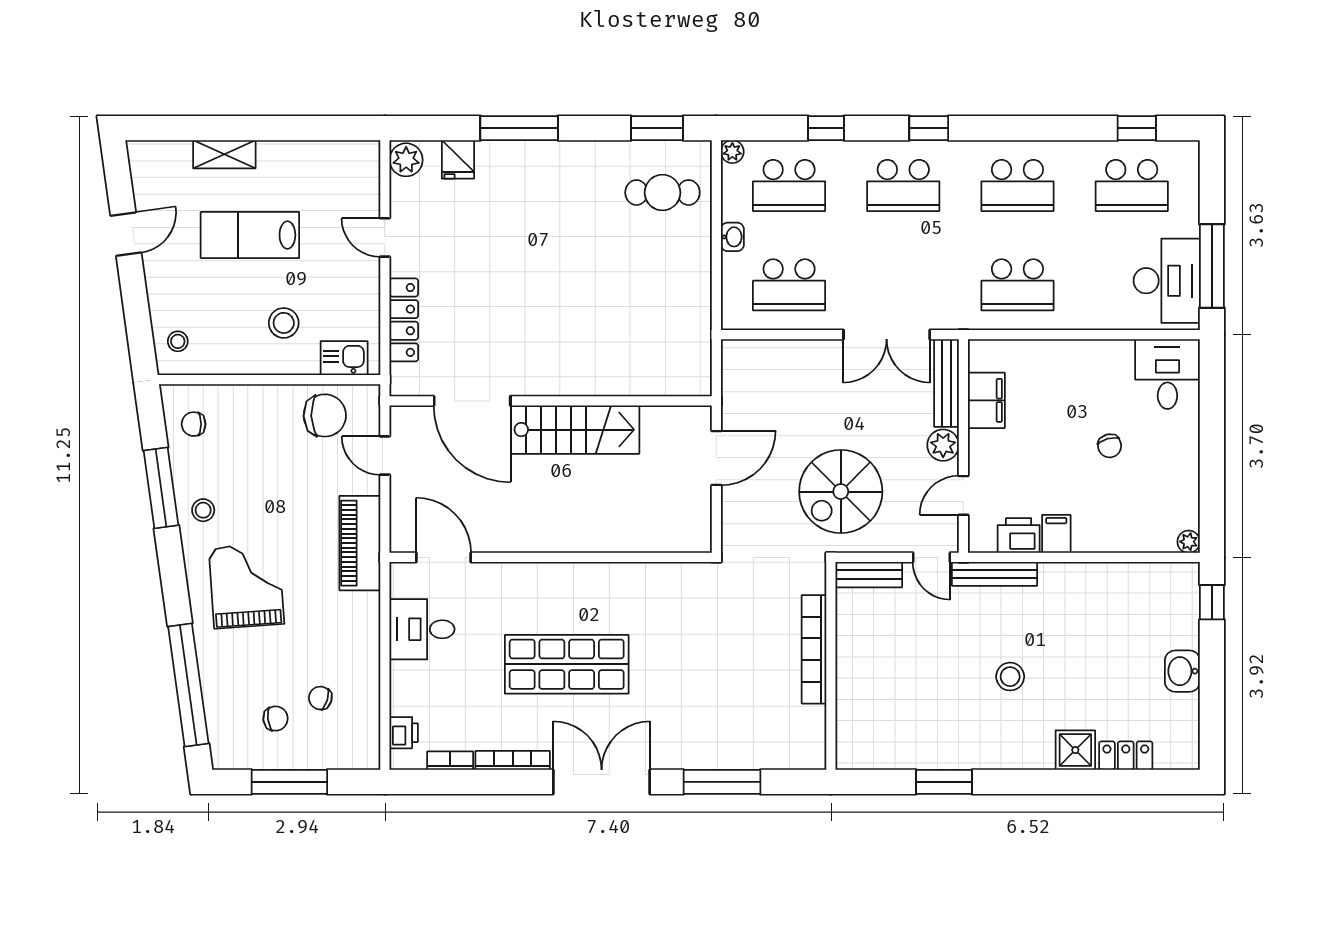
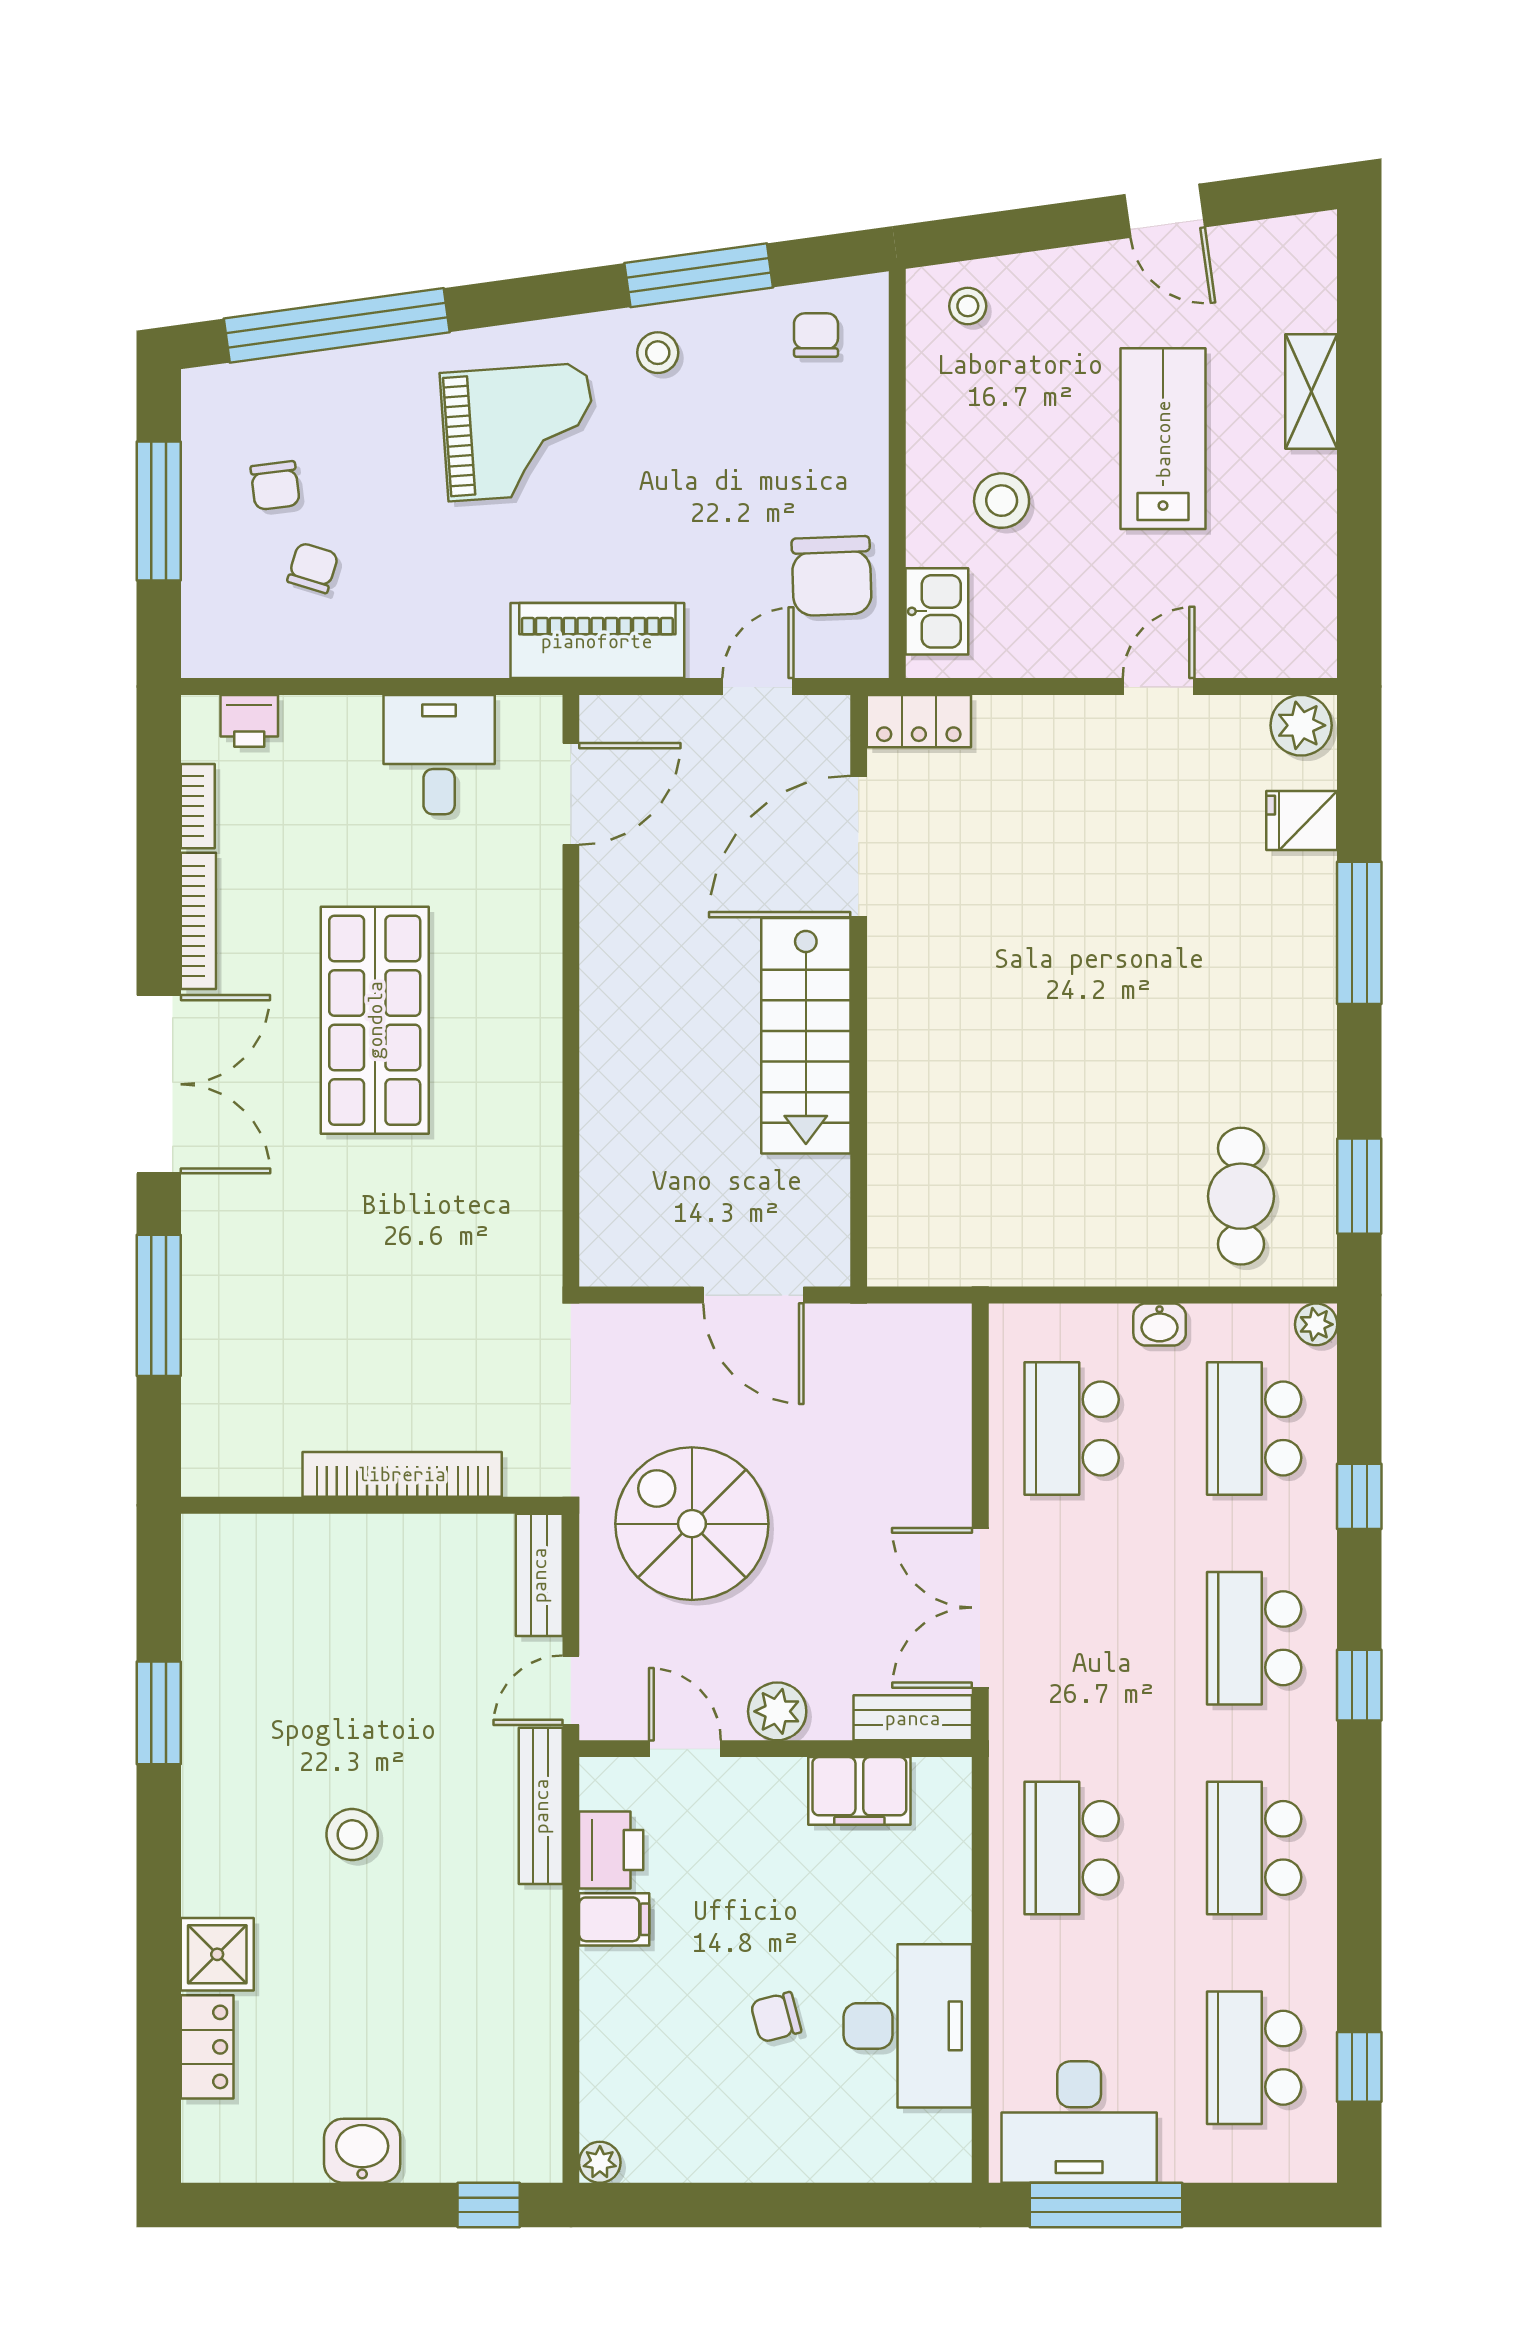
locker: (404, 320) -> (919, 721), moved, width x0.66
desk: (1167, 374) -> (908, 2026), moved, width x1.37
bench: (947, 383) -> (913, 1718), width x0.73

